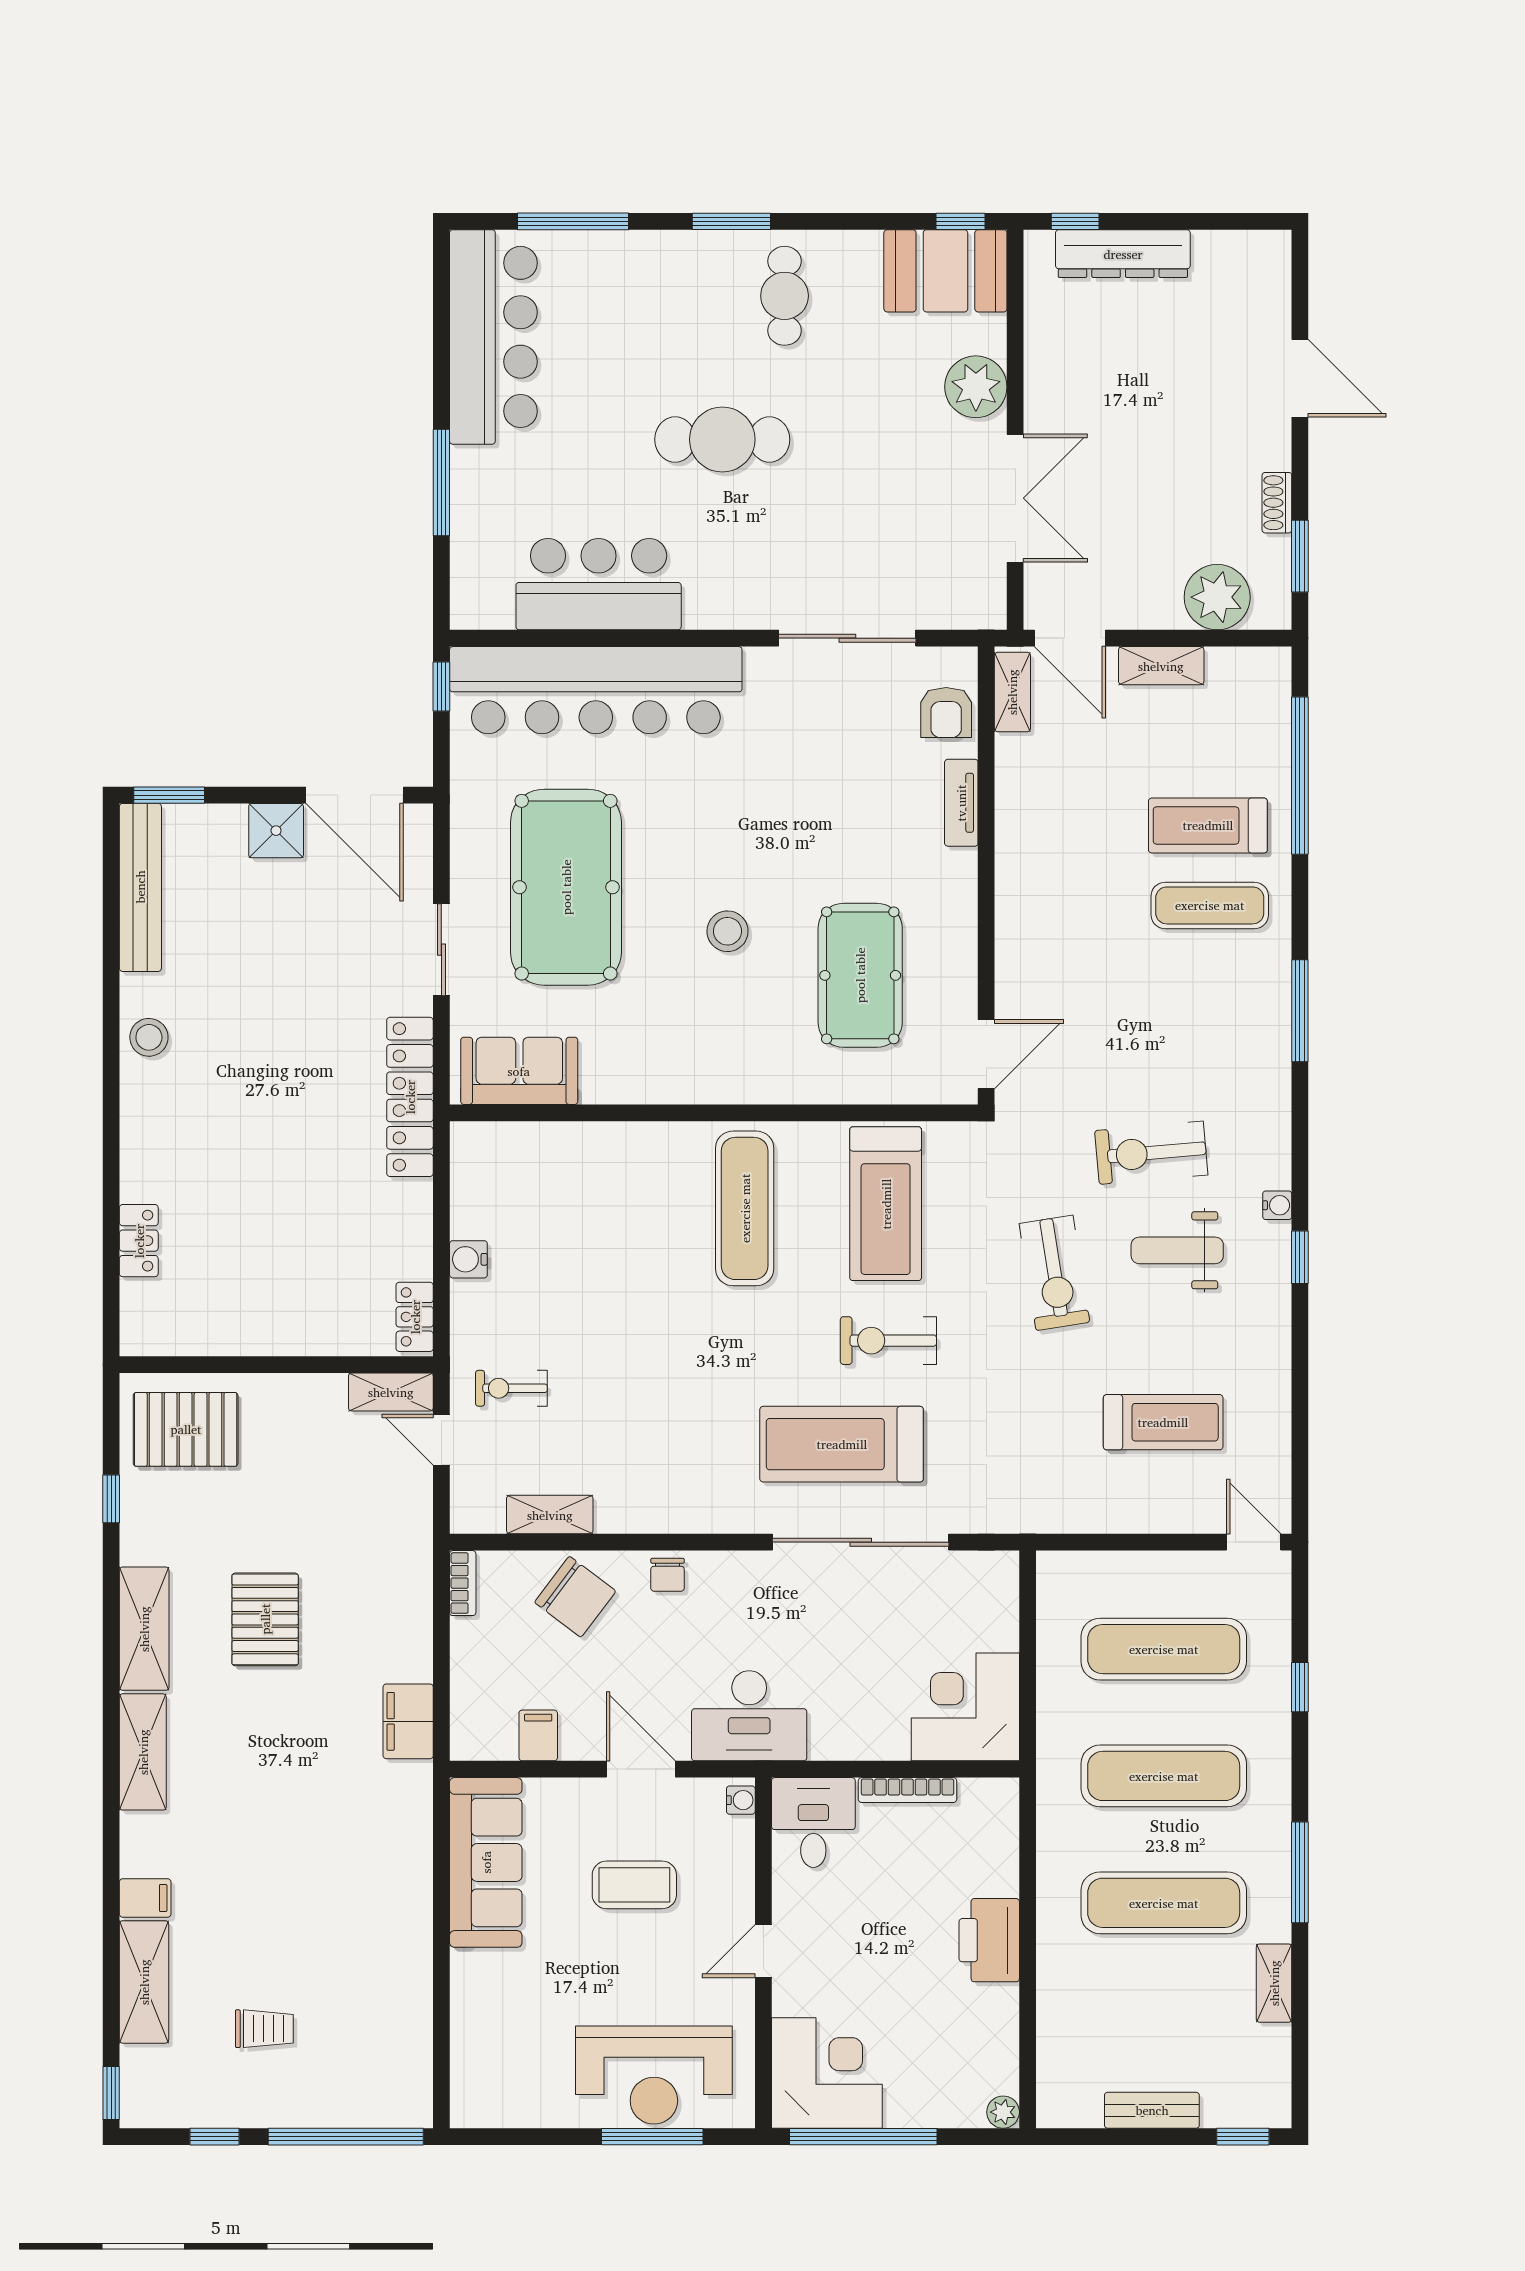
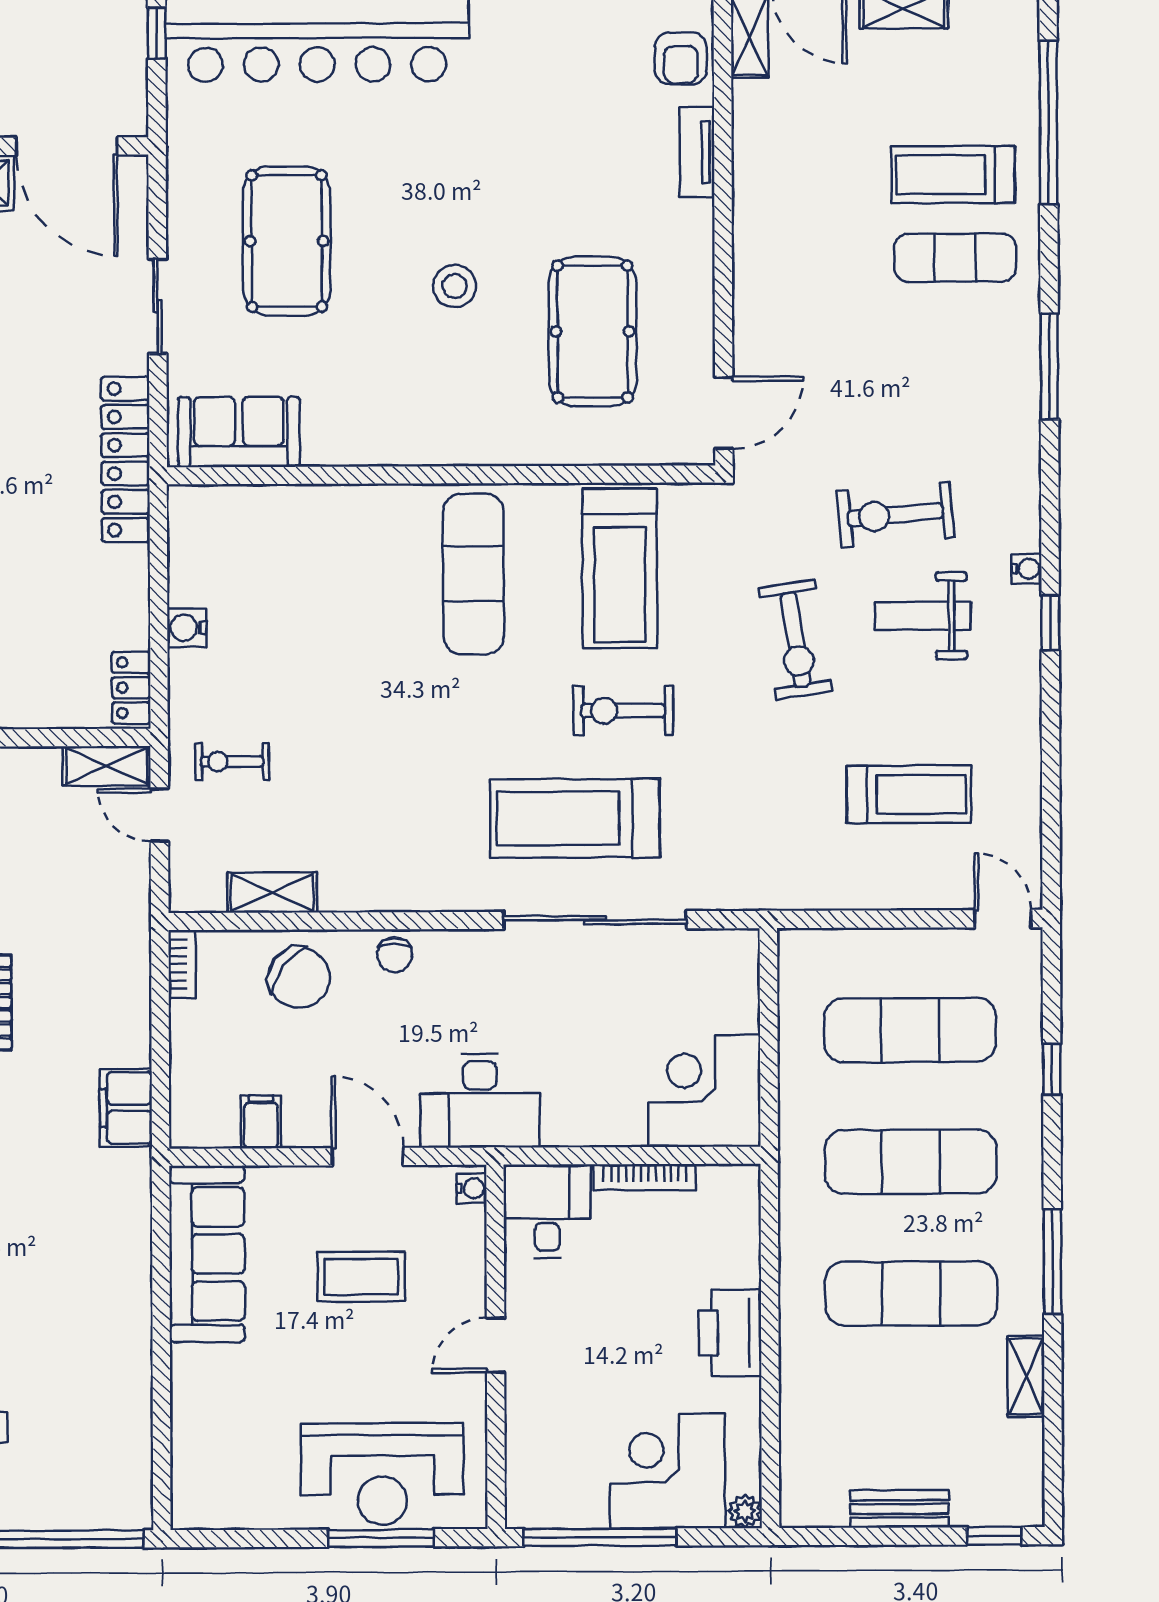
pool table: (566, 887) -> (287, 241), width x0.73, depth x0.76
corner desk: (827, 2073) -> (667, 1471), moved, turned -90

